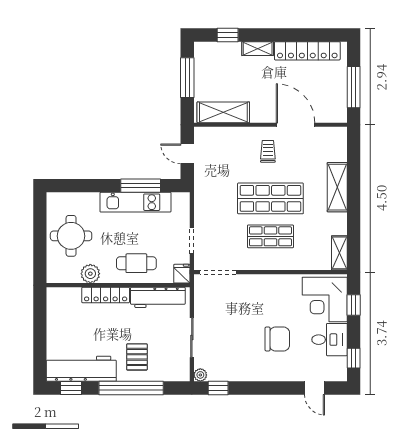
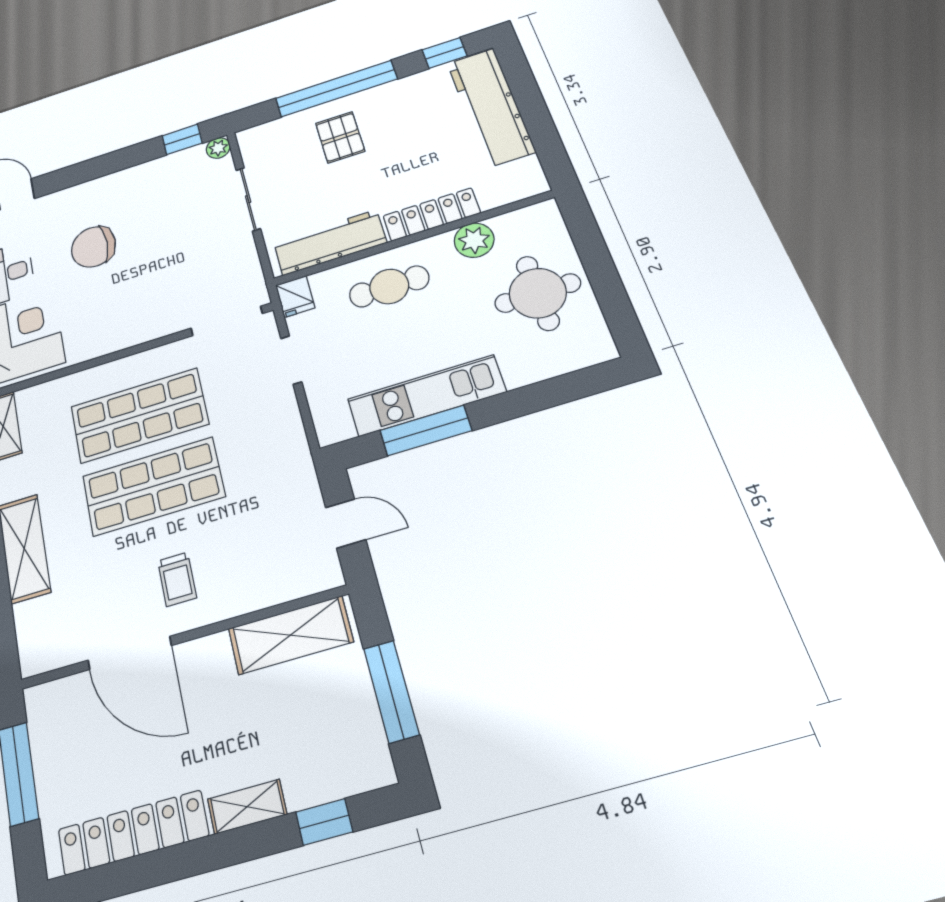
shop shelf: (270, 236) -> (139, 415), width x1.43, depth x1.36
workbench: (81, 369) -> (491, 107), moved, turned 90

